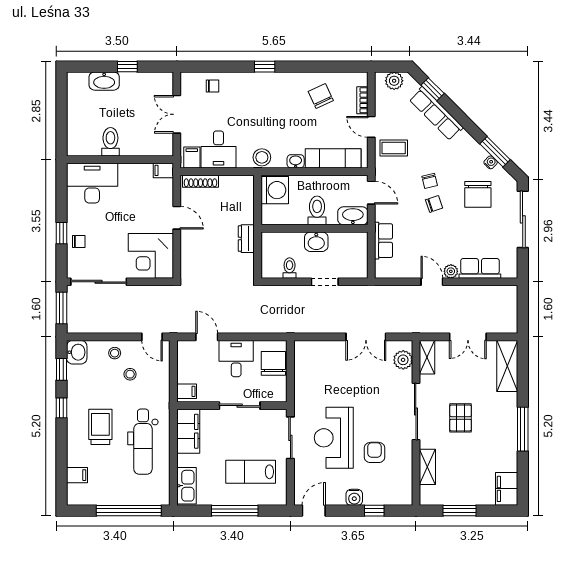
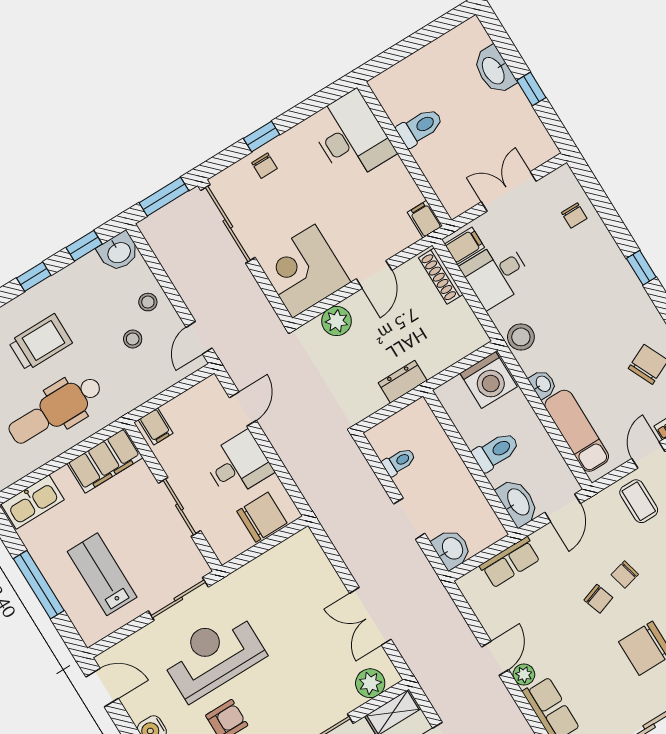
washbasin: (316, 242) -> (452, 549), moved, turned 180
plant: (190, 255) -> (337, 321), added

